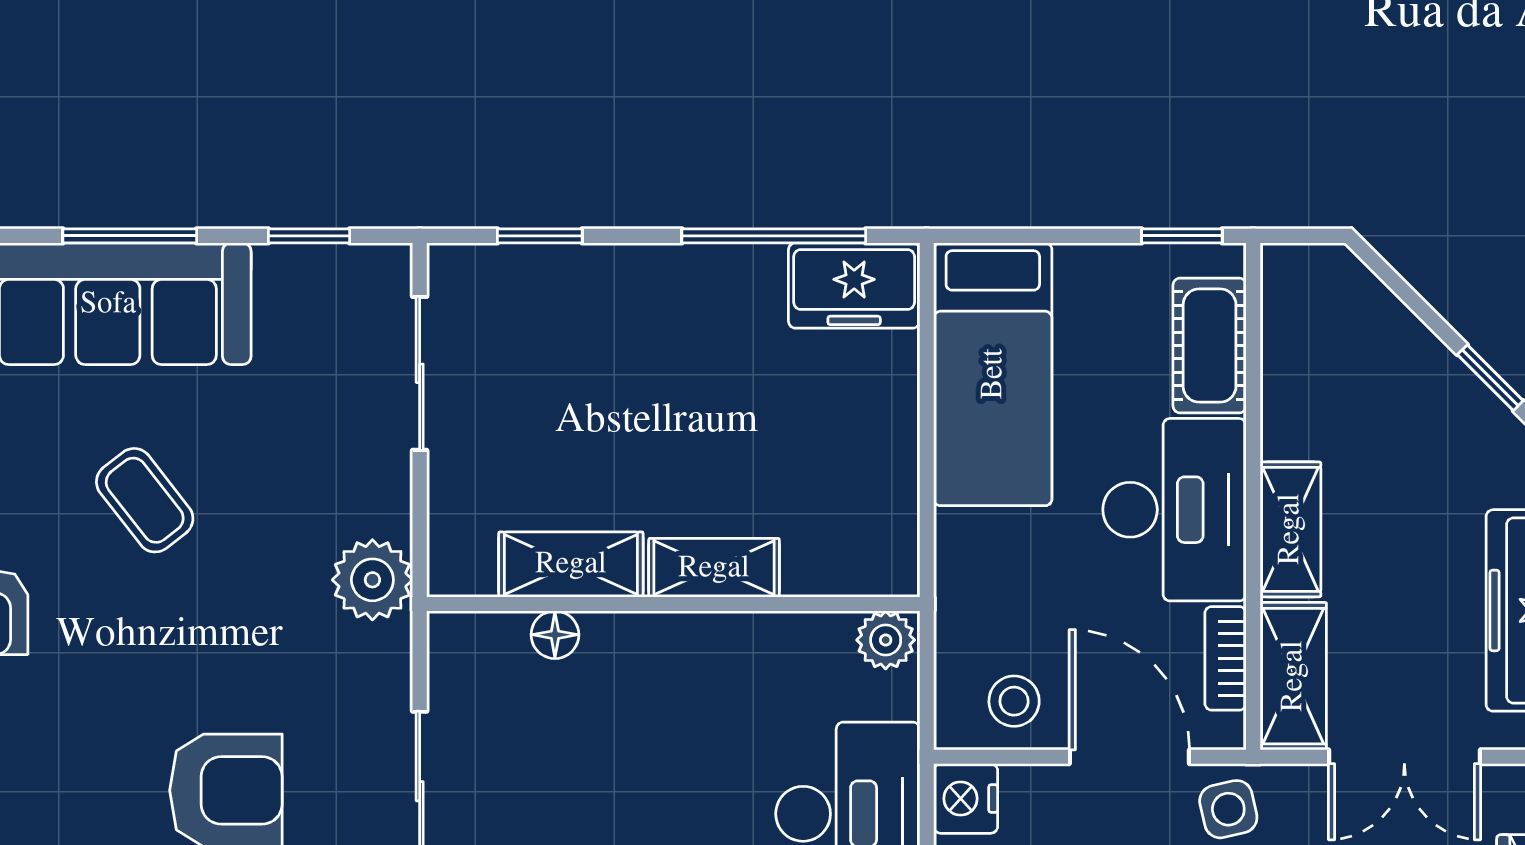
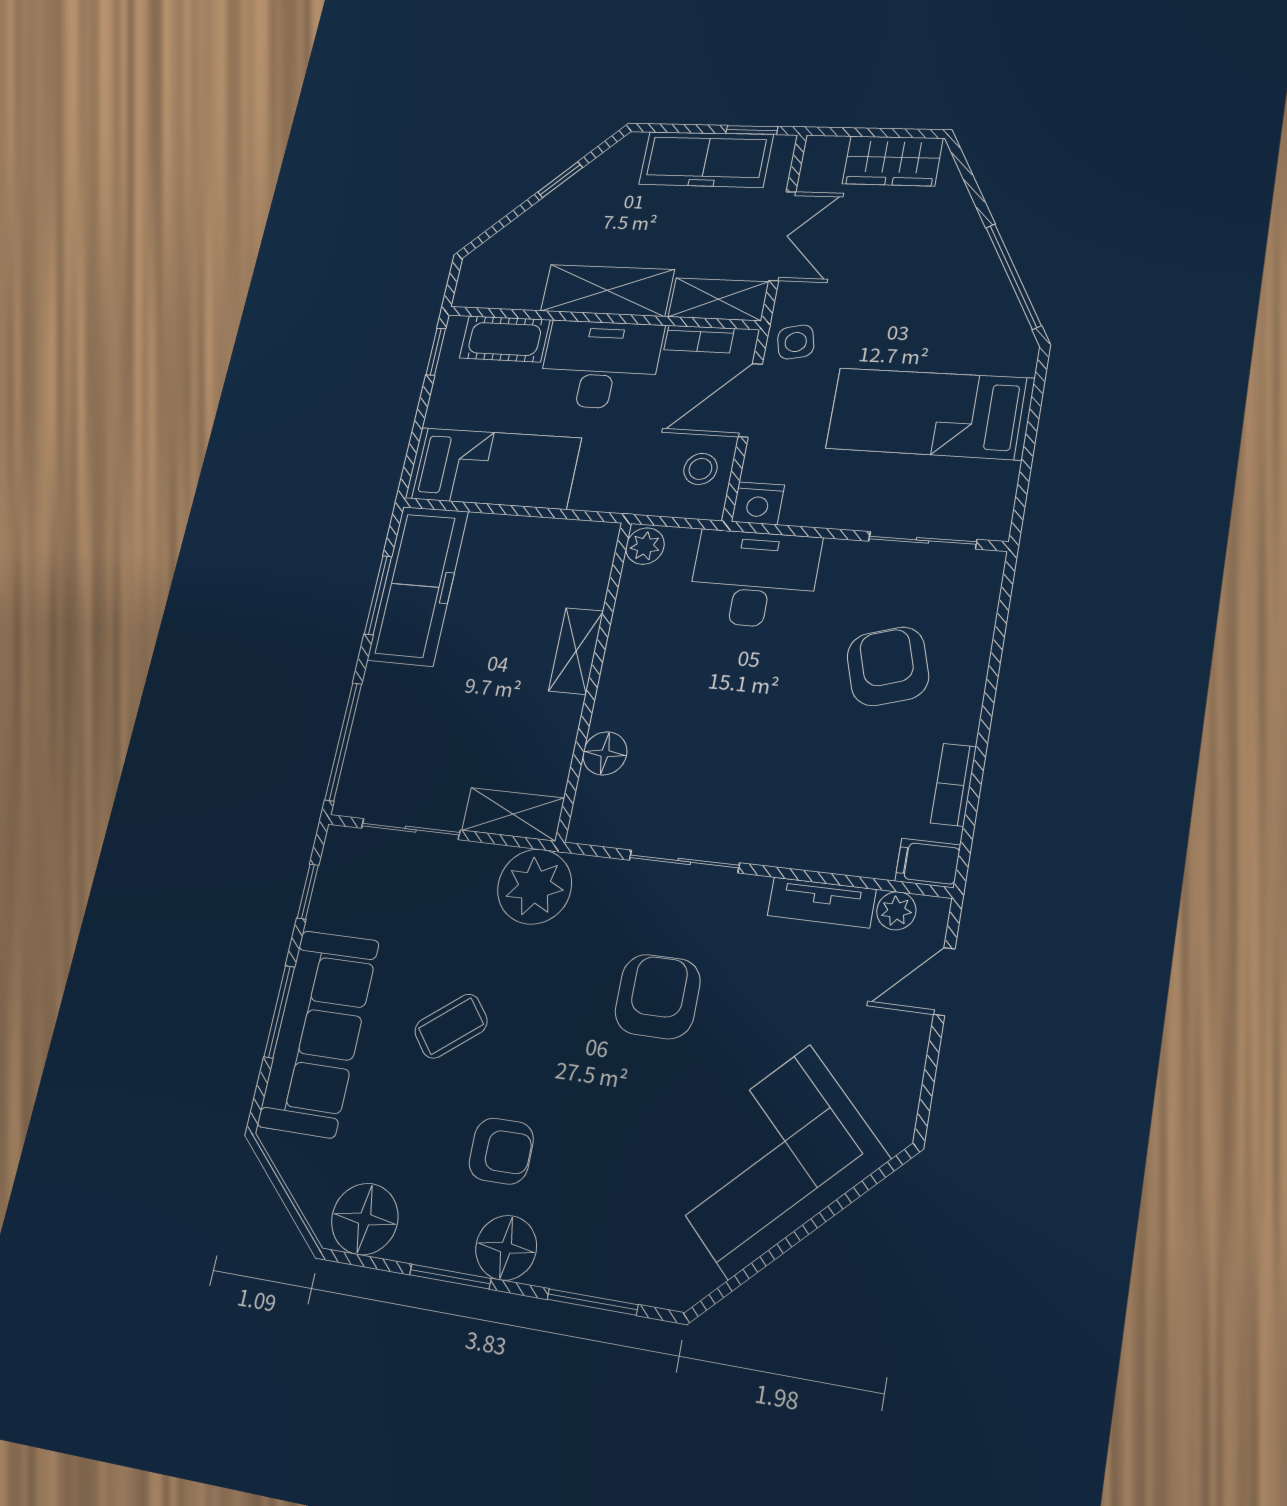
window: (540, 236) -> (343, 742), width x2.17
window: (774, 236) -> (378, 595), width x0.69
freezer: (854, 285) -> (418, 586), width x1.91, depth x1.26
shelving: (1290, 529) -> (607, 290), width x1.50, depth x1.33
shelving: (571, 564) -> (513, 814), moved, turned 90
plant: (372, 580) -> (534, 887), width x1.36, depth x1.36
floor lamp: (555, 635) -> (605, 753), width x1.37, depth x1.37

